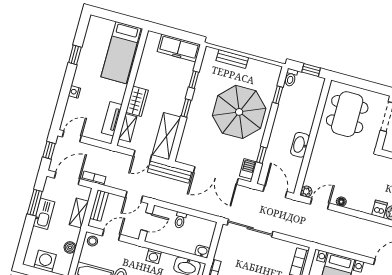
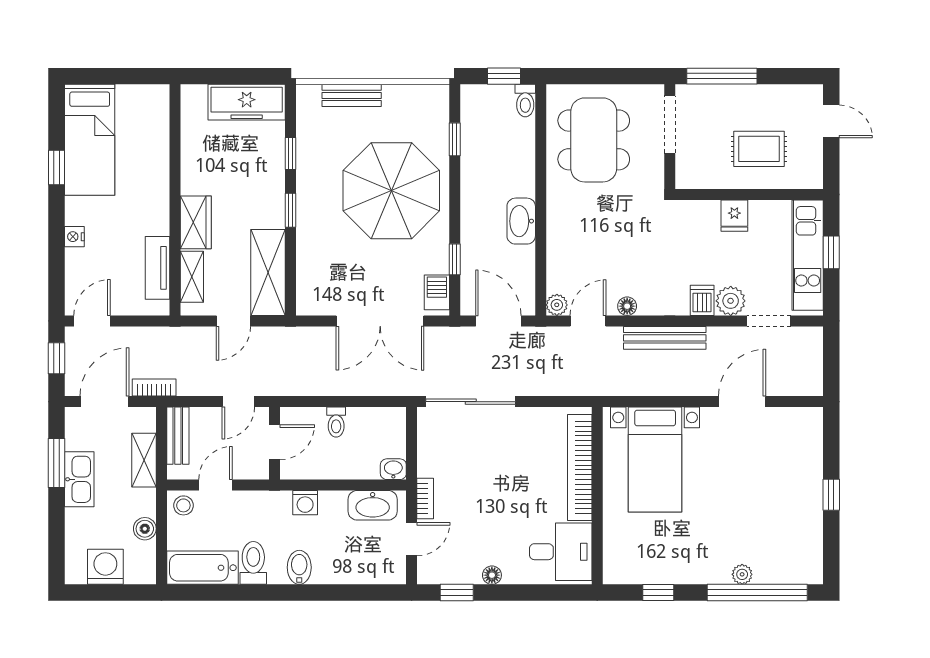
bed: (121, 53) -> (90, 140), moved
toilet: (291, 78) -> (525, 101), moved
bench: (169, 172) -> (665, 338), moved

